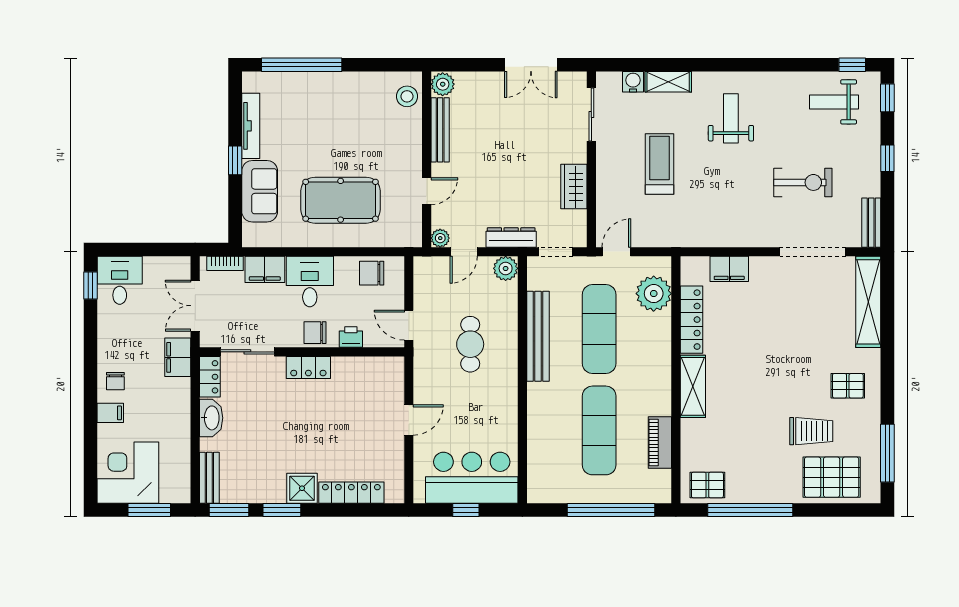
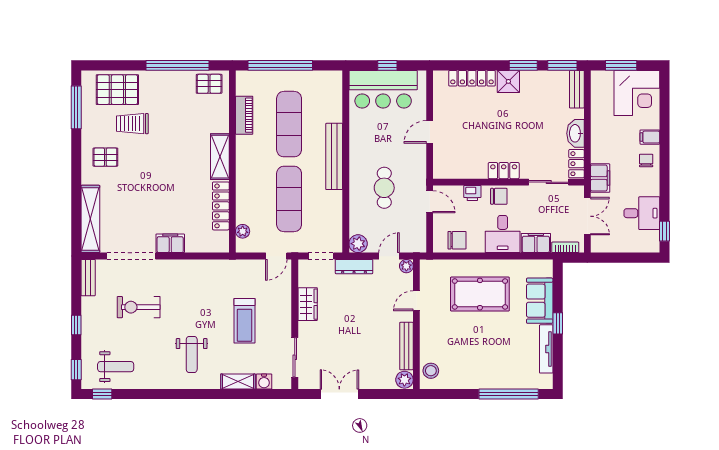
filing cabinet: (729, 269) -> (170, 243), moved
desk: (120, 280) -> (642, 213), moved, turned -90
plant: (654, 294) -> (243, 231), width x0.53, depth x0.53
bench: (538, 336) -> (334, 156), moved

